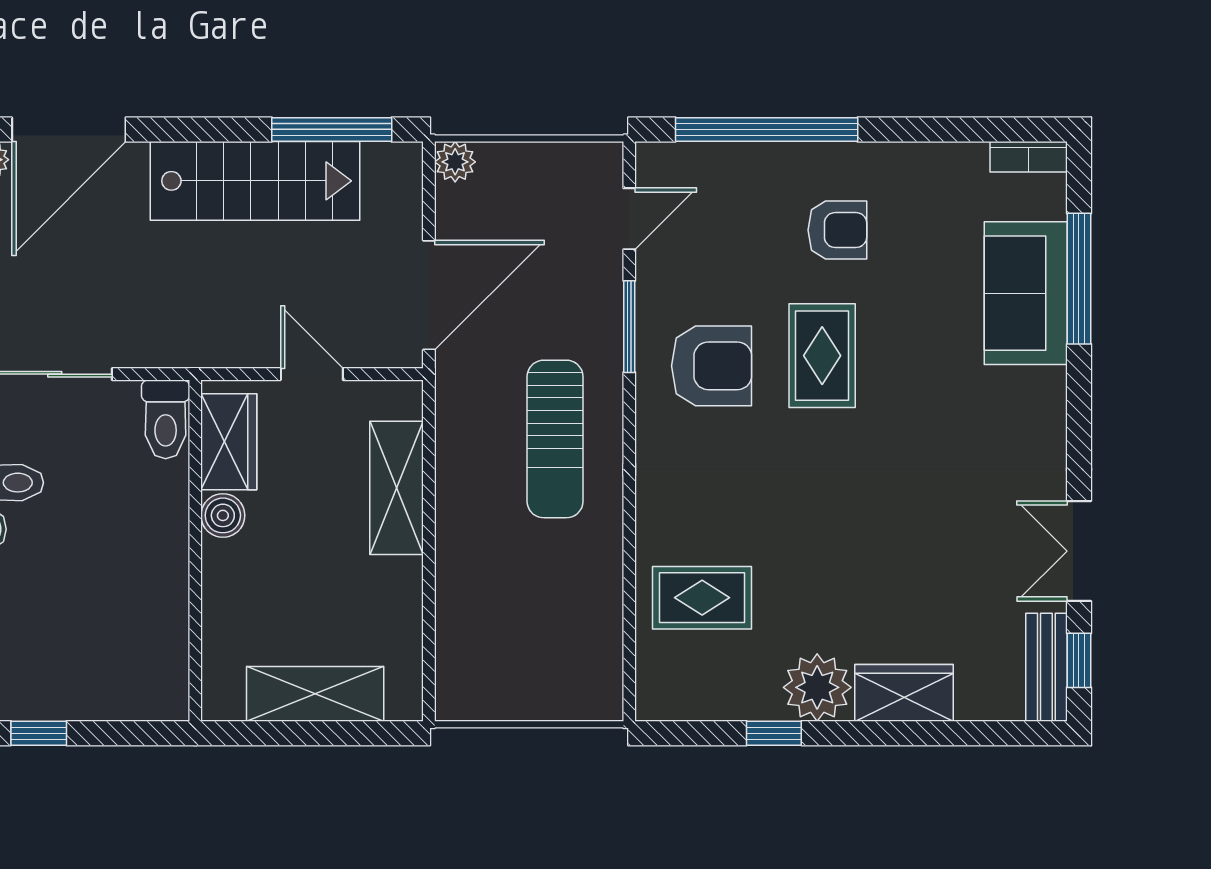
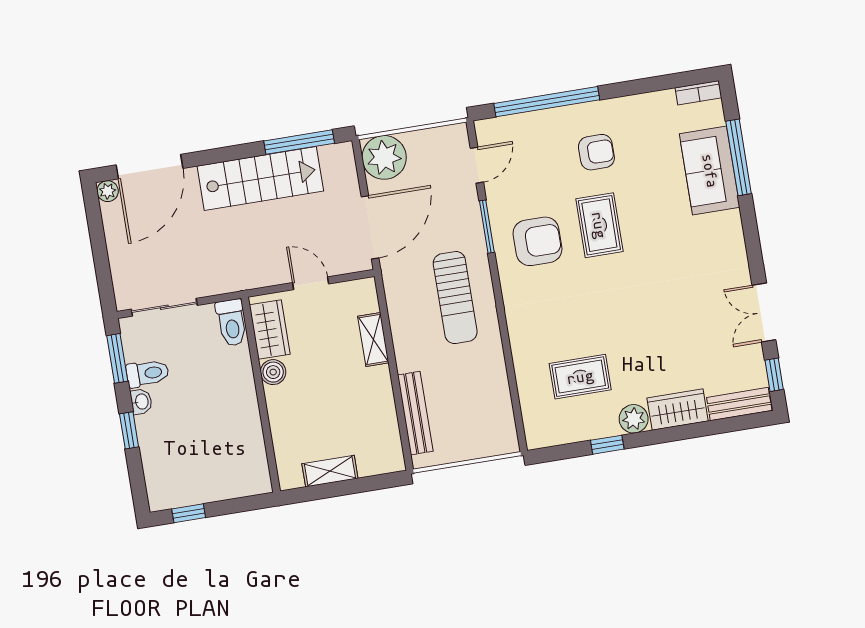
plant: (455, 162) -> (384, 157), width x1.87, depth x1.87
shelving: (397, 488) -> (373, 339), width x0.67, depth x0.75
rug: (702, 598) -> (580, 377), moved
bench: (454, 626) -> (415, 413), added
bench: (1046, 667) -> (739, 404), moved, turned 90
plant: (817, 687) -> (634, 419), width x0.73, depth x0.73
shelving: (315, 694) -> (330, 471), width x0.67, depth x0.75

